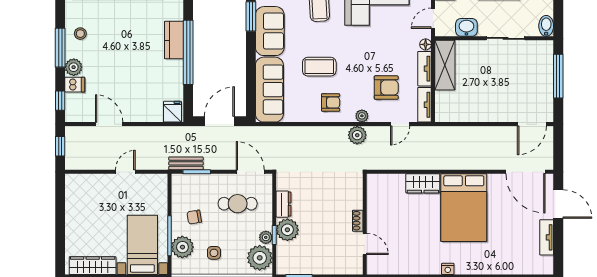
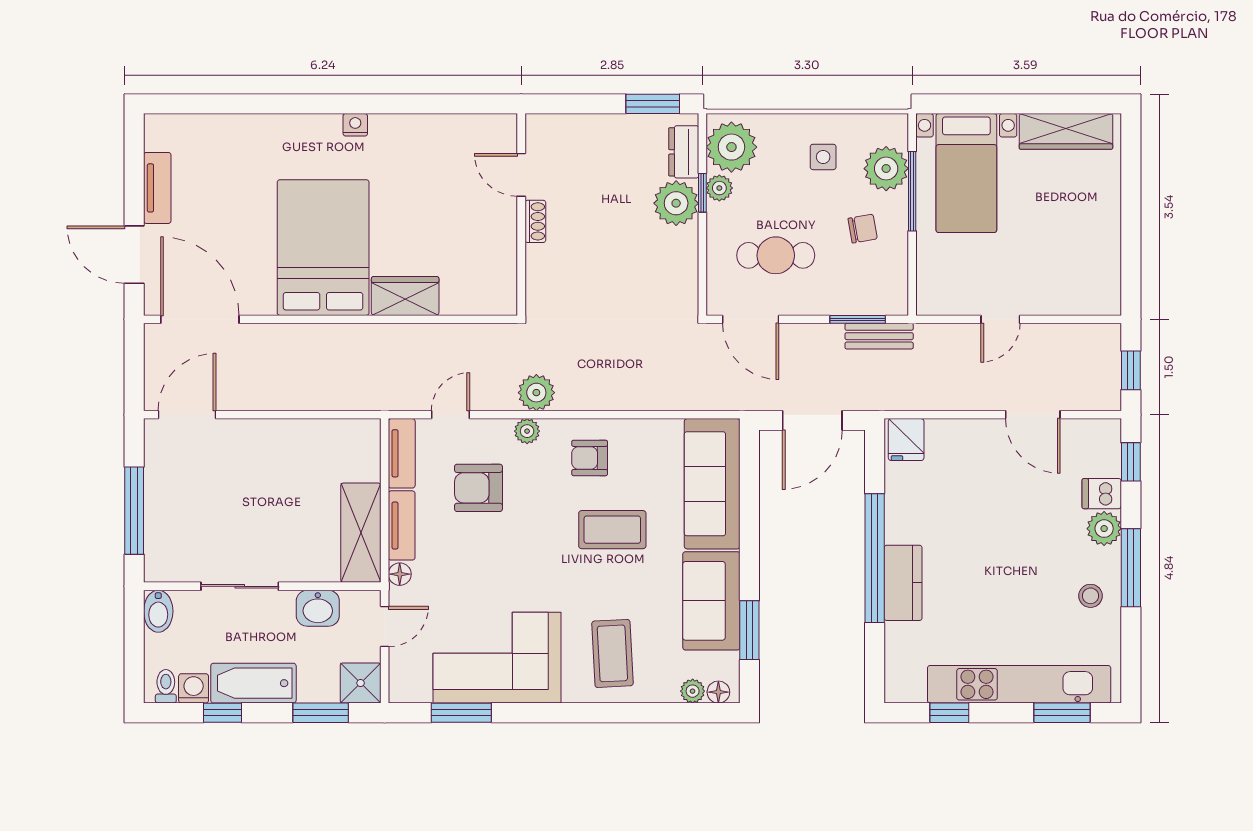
dresser: (284, 204) -> (684, 152), moved

